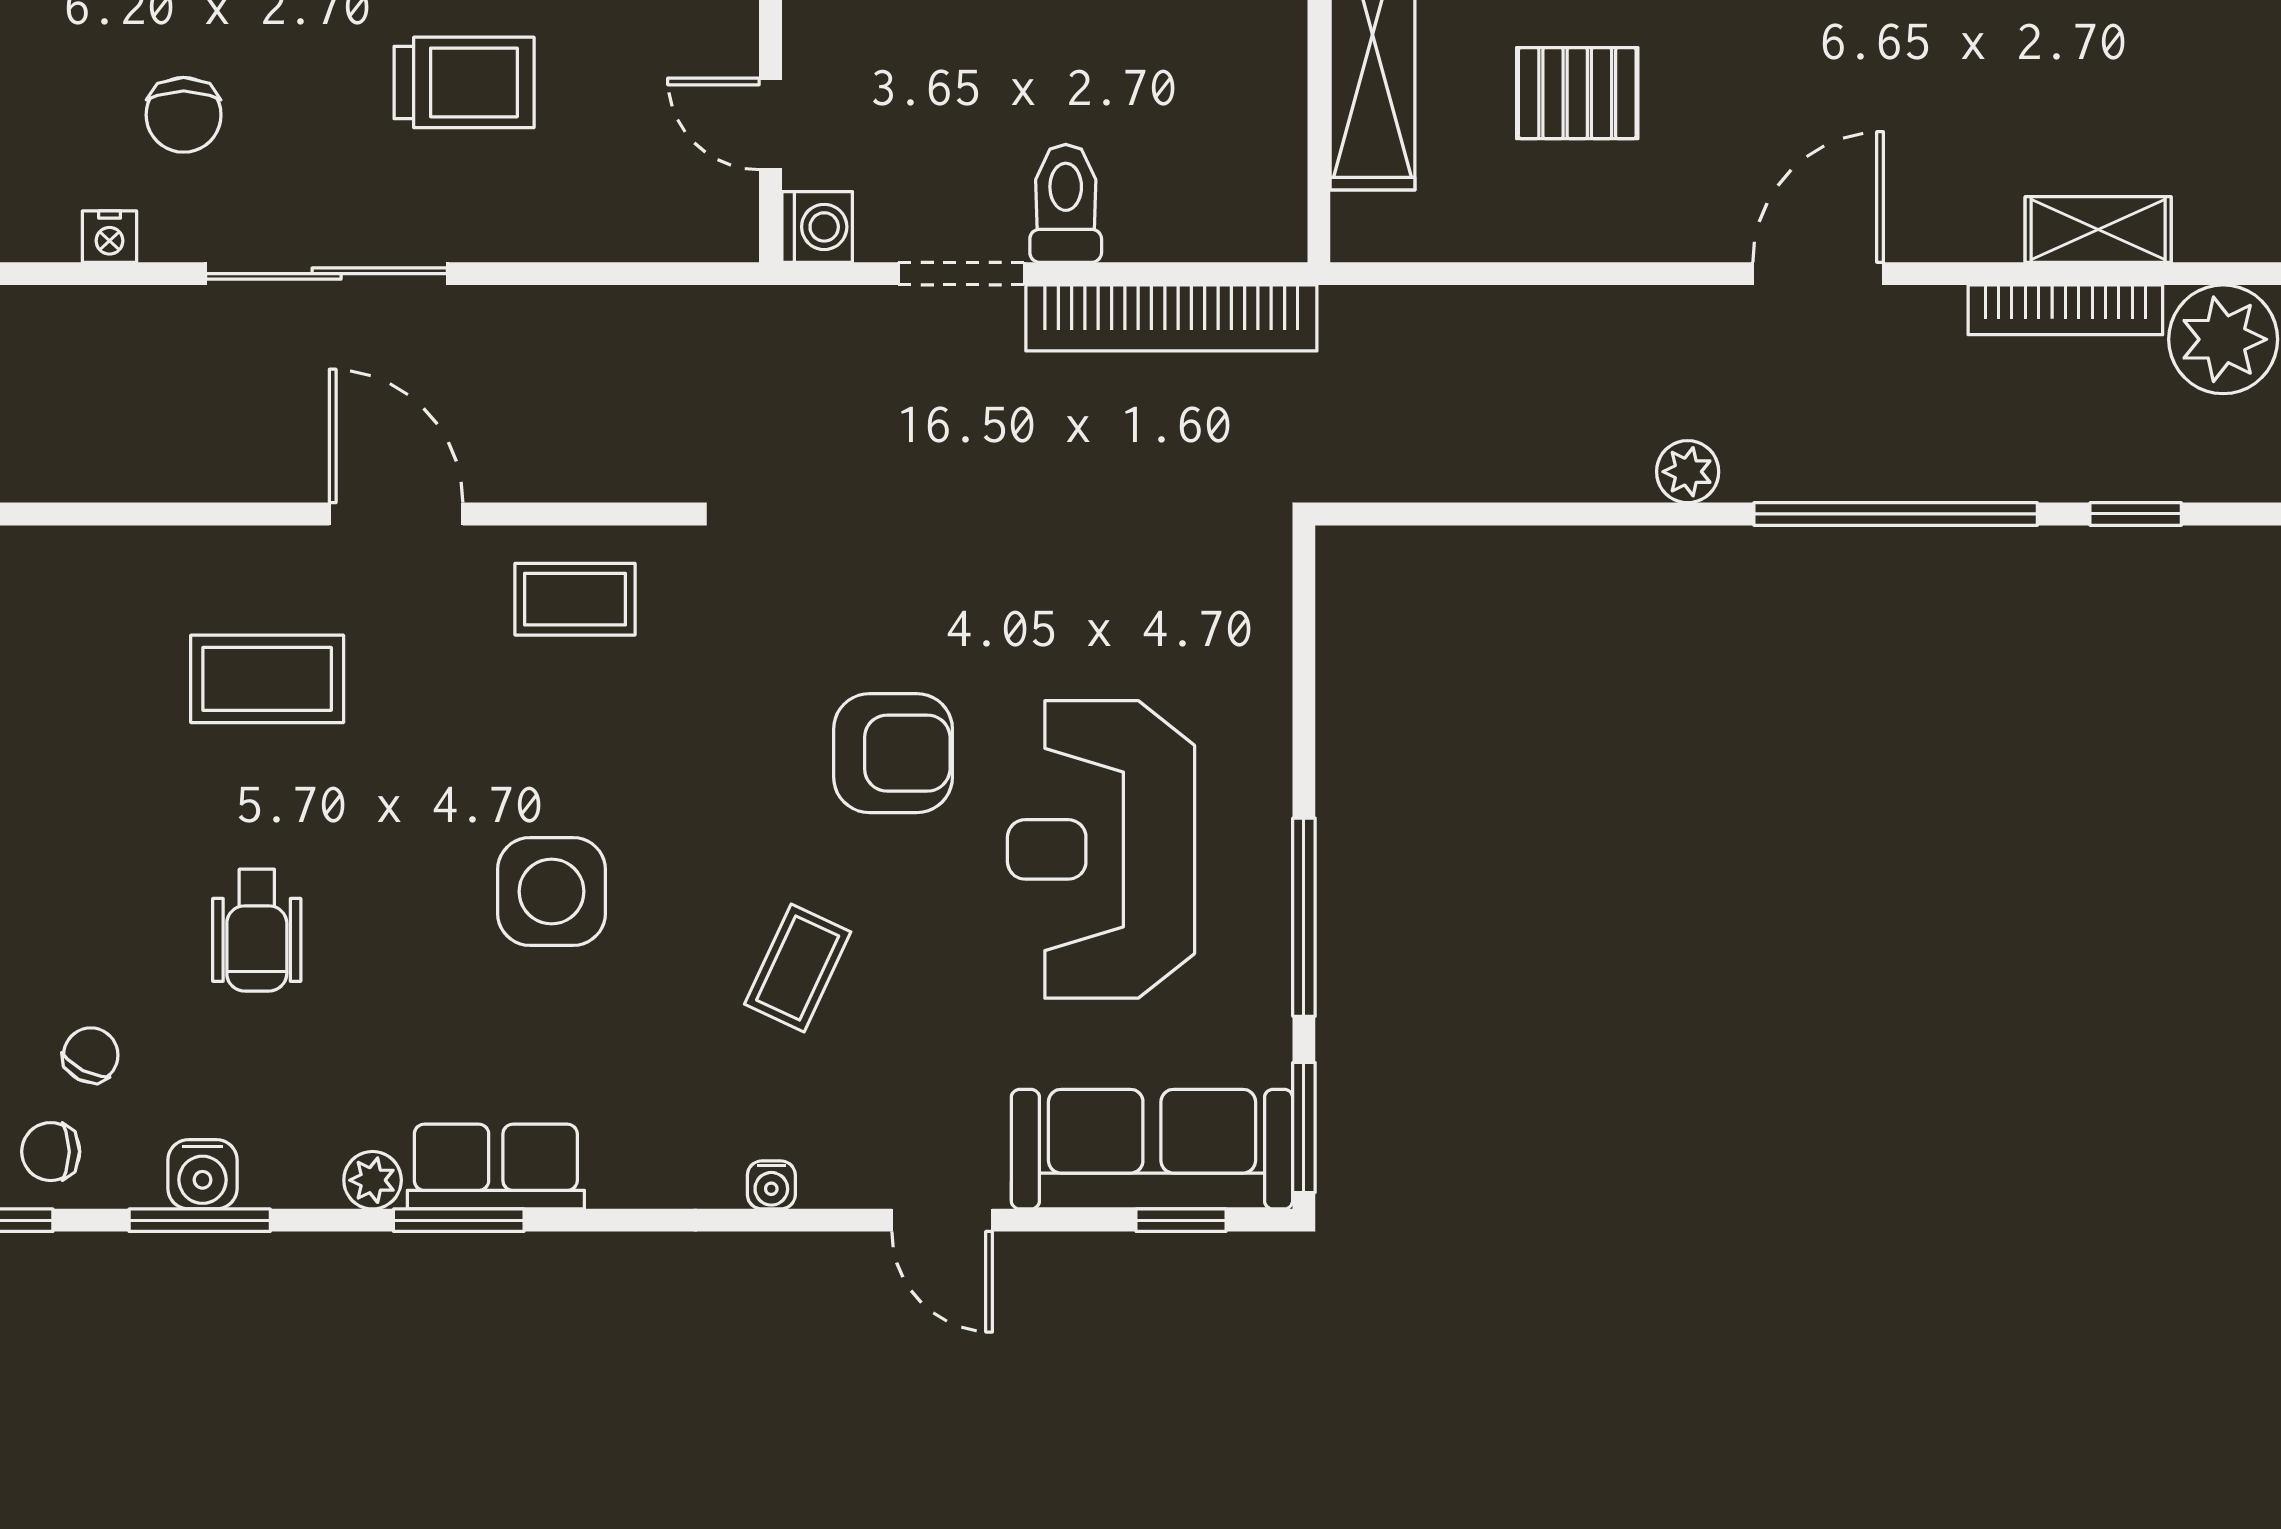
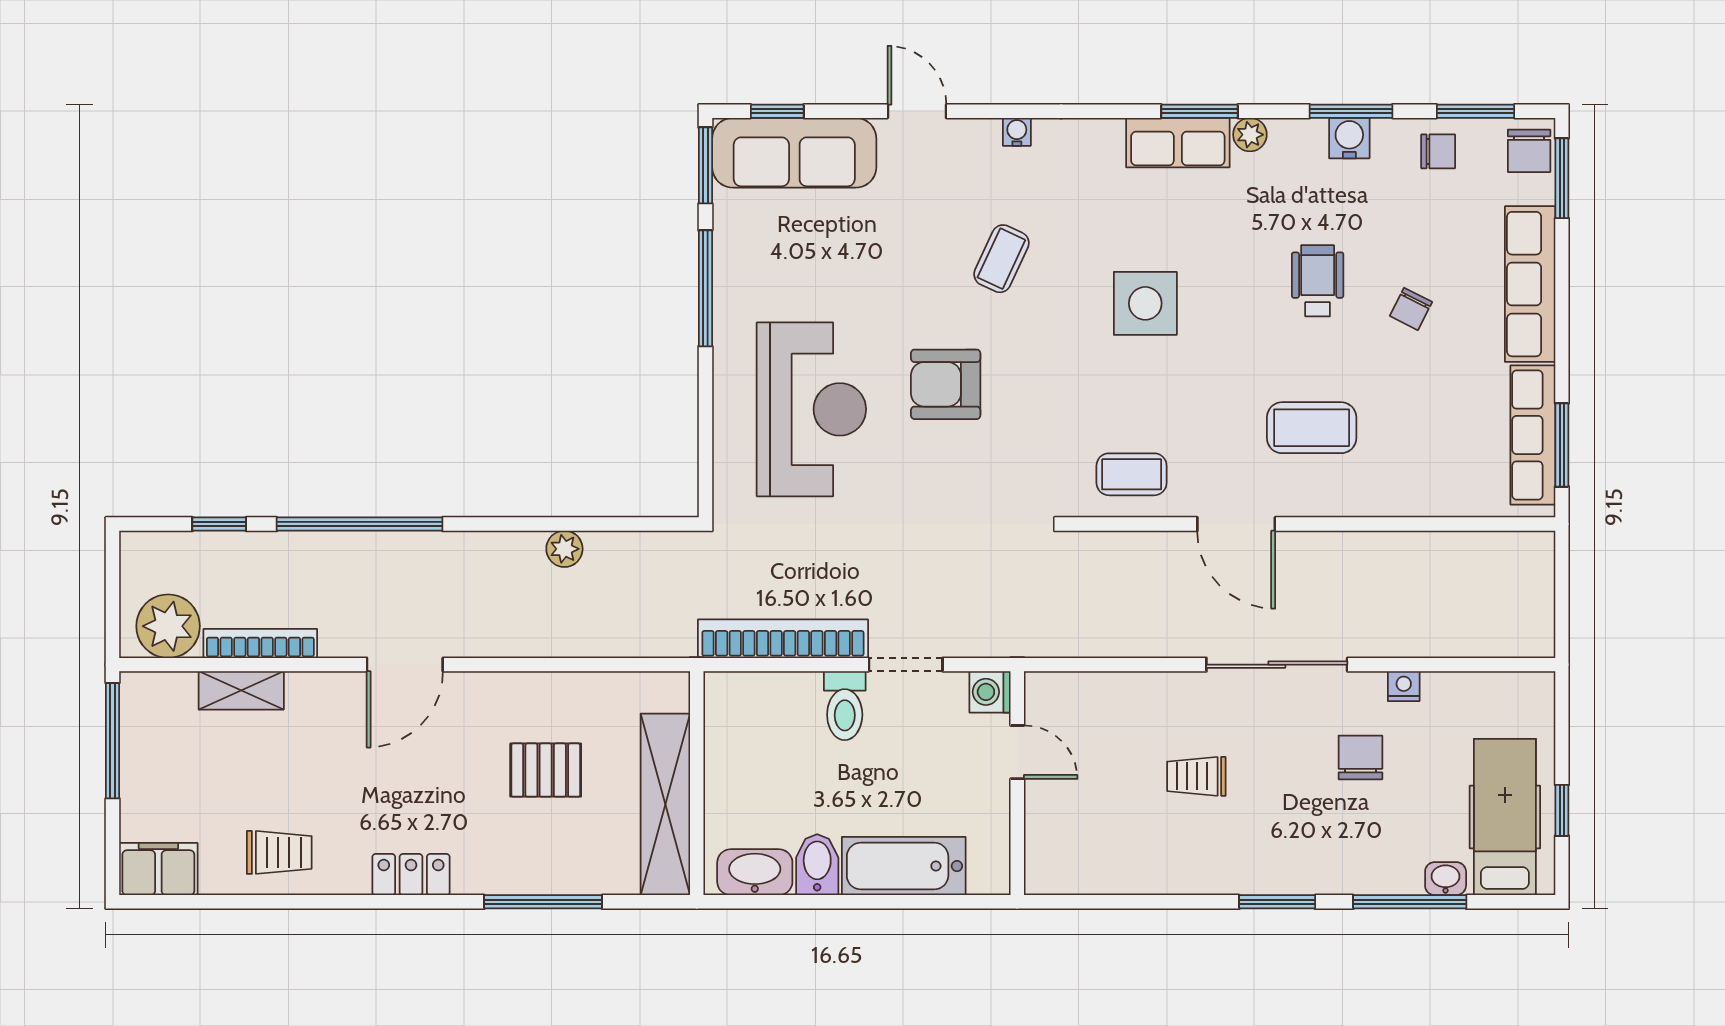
trolley: (464, 82) -> (1196, 776), width x0.73, depth x0.72
plant: (1688, 472) -> (564, 549), moved
reception desk: (1101, 849) -> (811, 409), moved
chair: (91, 1055) -> (1411, 309), moved

